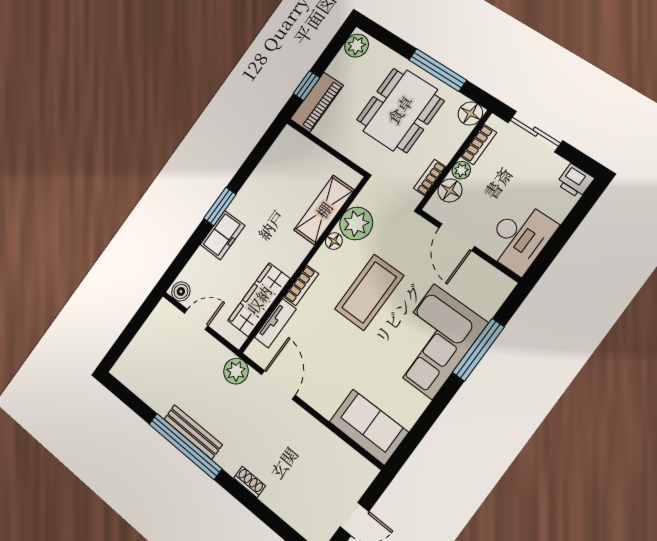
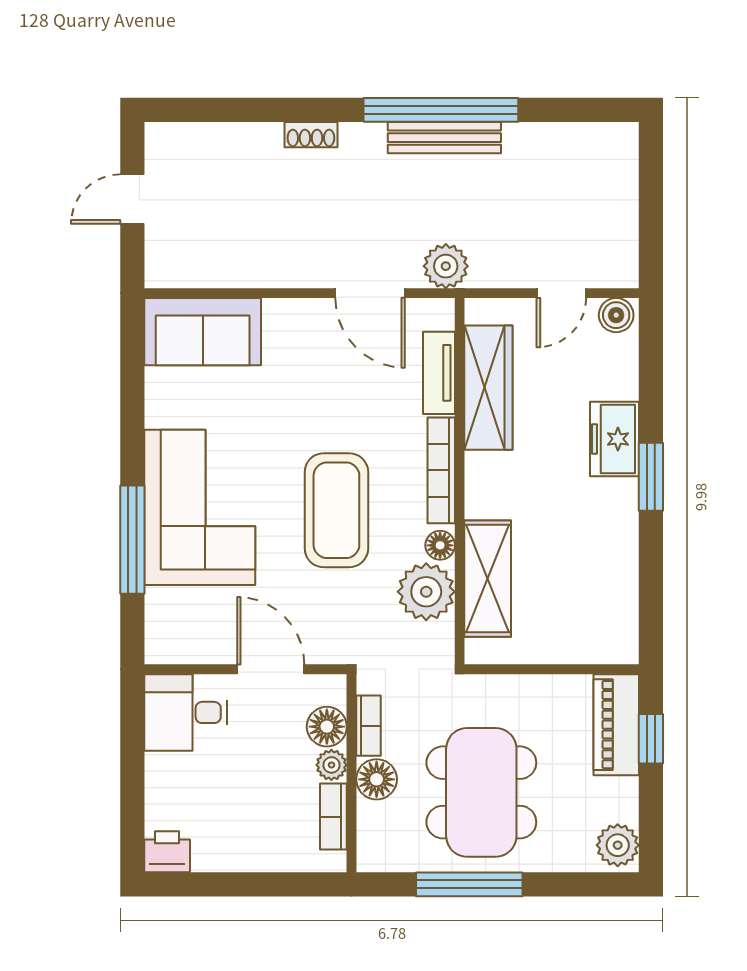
floor lamp: (470, 114) -> (377, 779), moved
sliding door: (535, 132) -> (268, 884), removed
desk: (520, 237) -> (186, 712), width x0.73
bookcase: (301, 285) -> (441, 470), width x1.56

